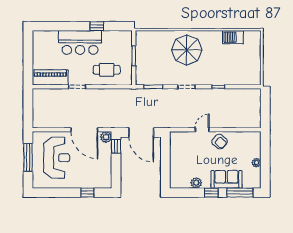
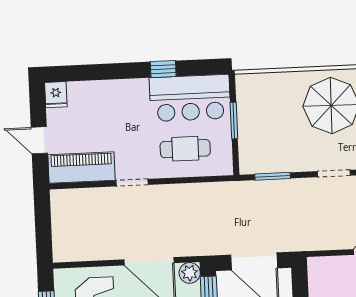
fridge: (38, 37) -> (56, 95), added
bar counter: (80, 42) -> (190, 98), moved
door: (28, 62) -> (39, 140), added

